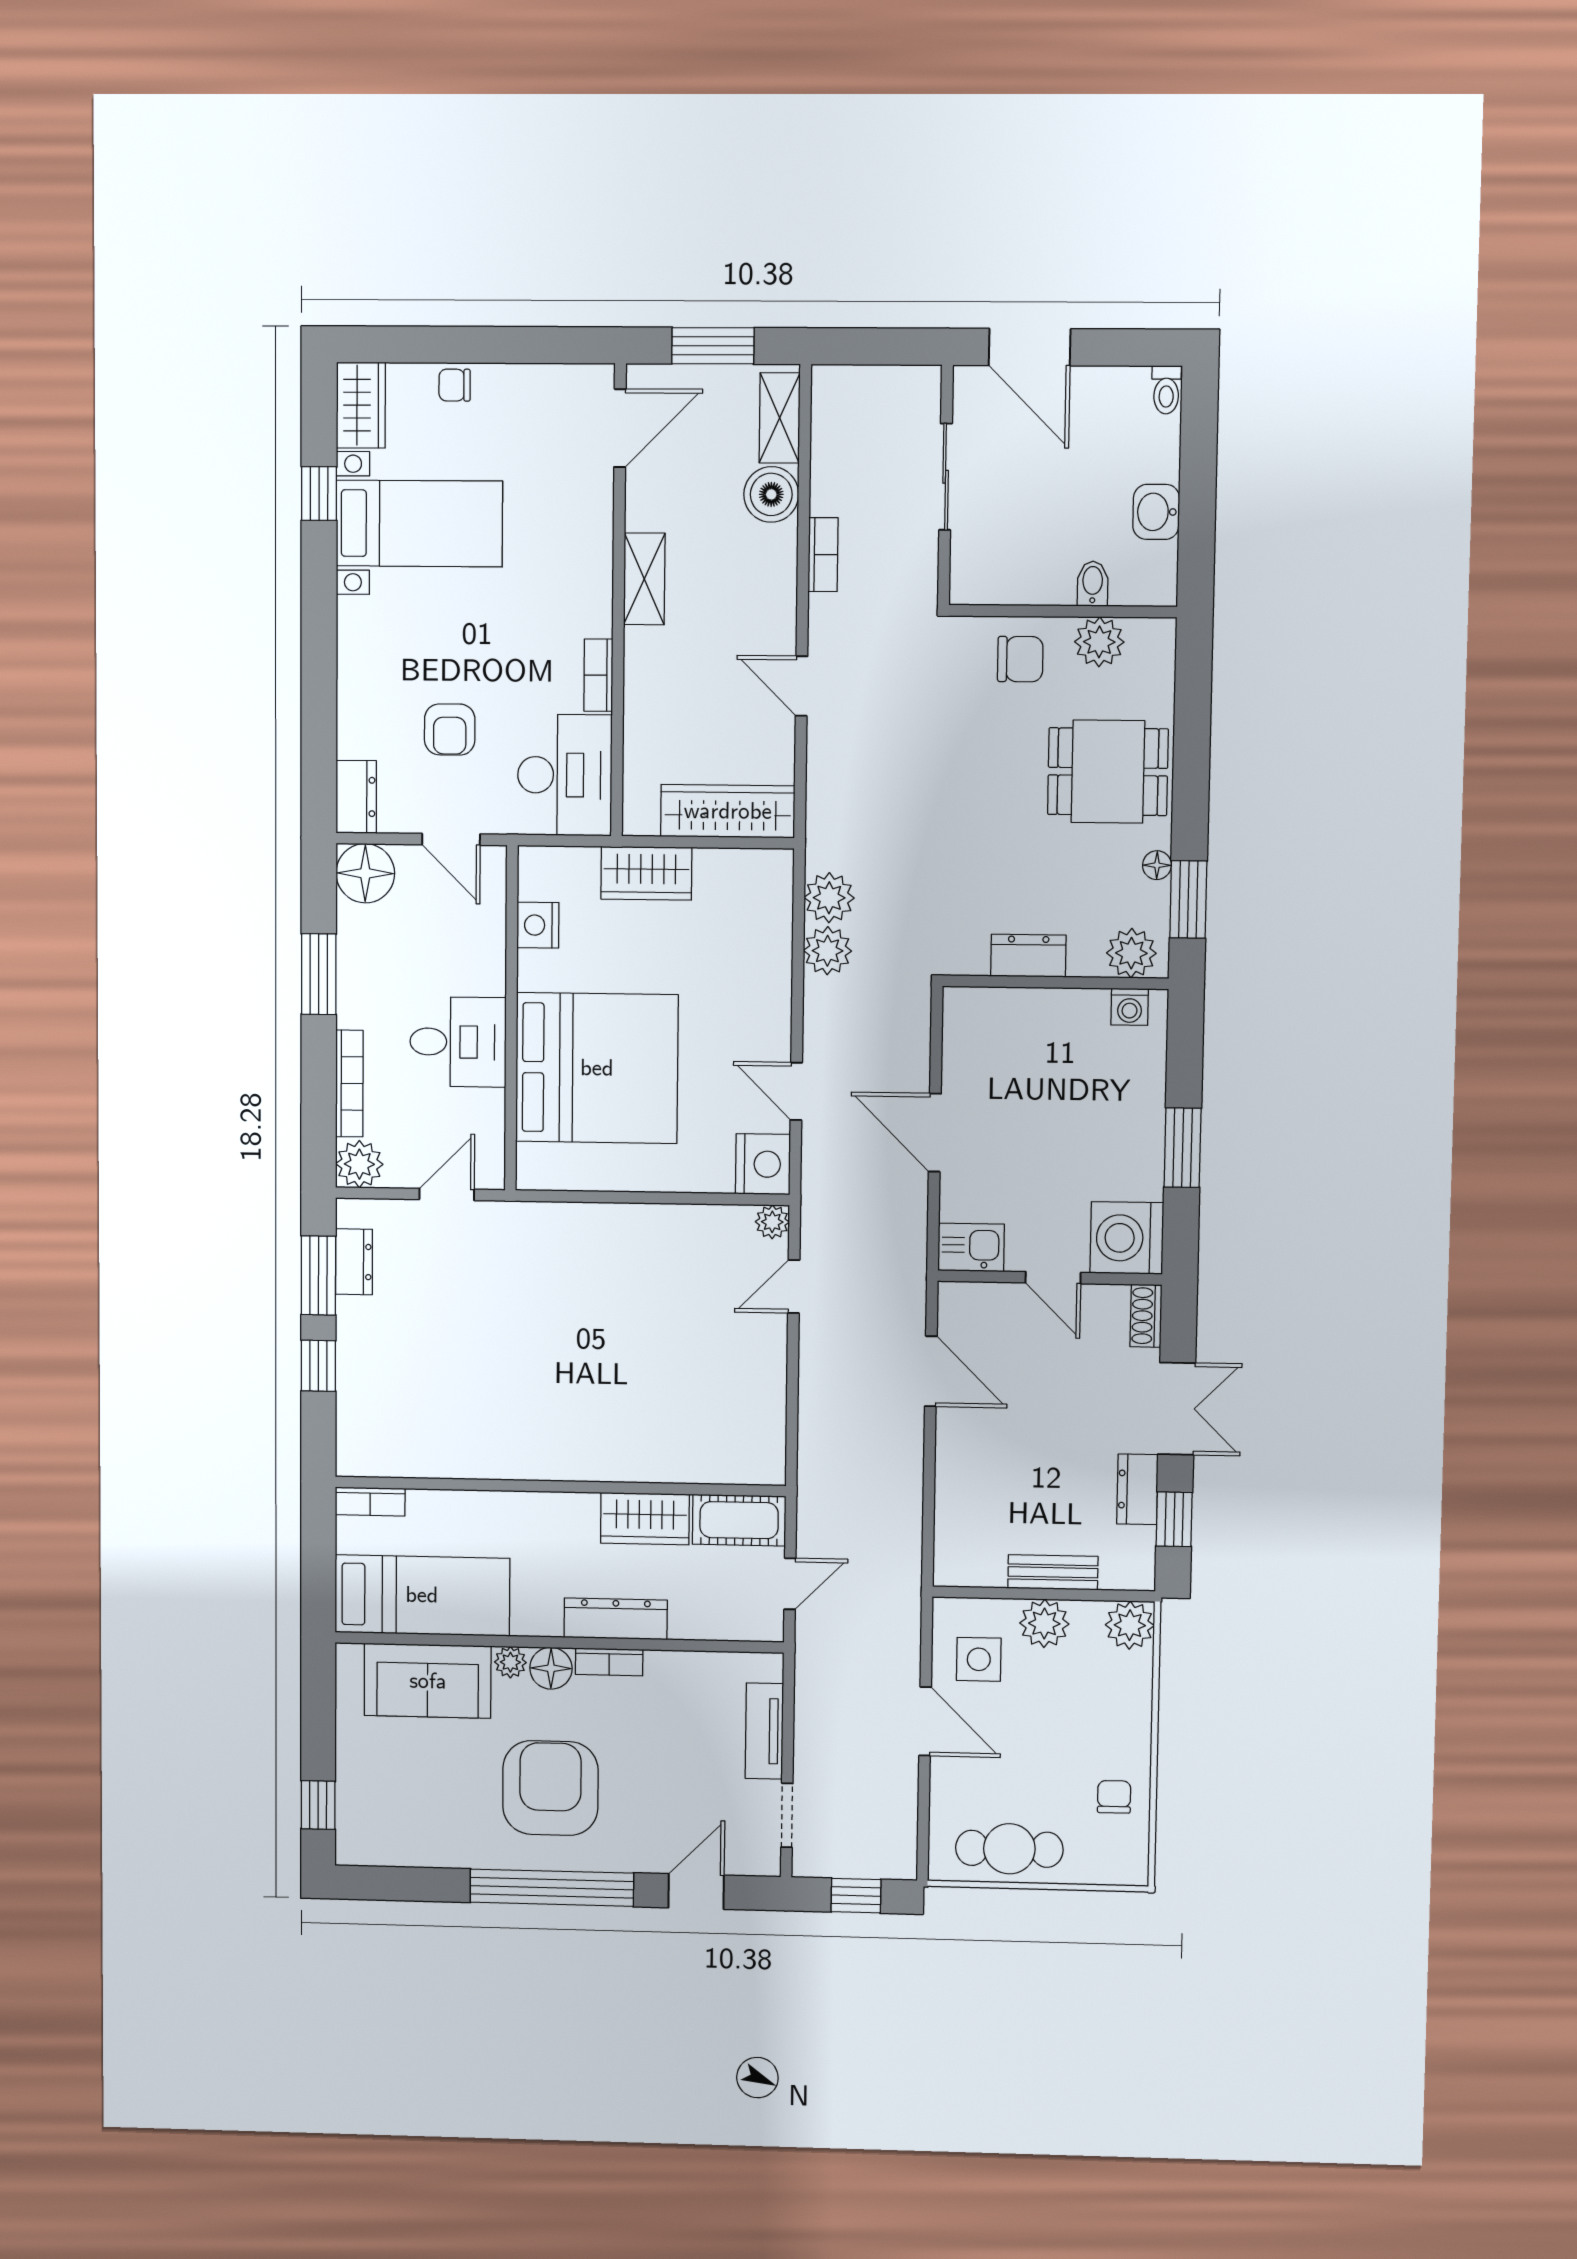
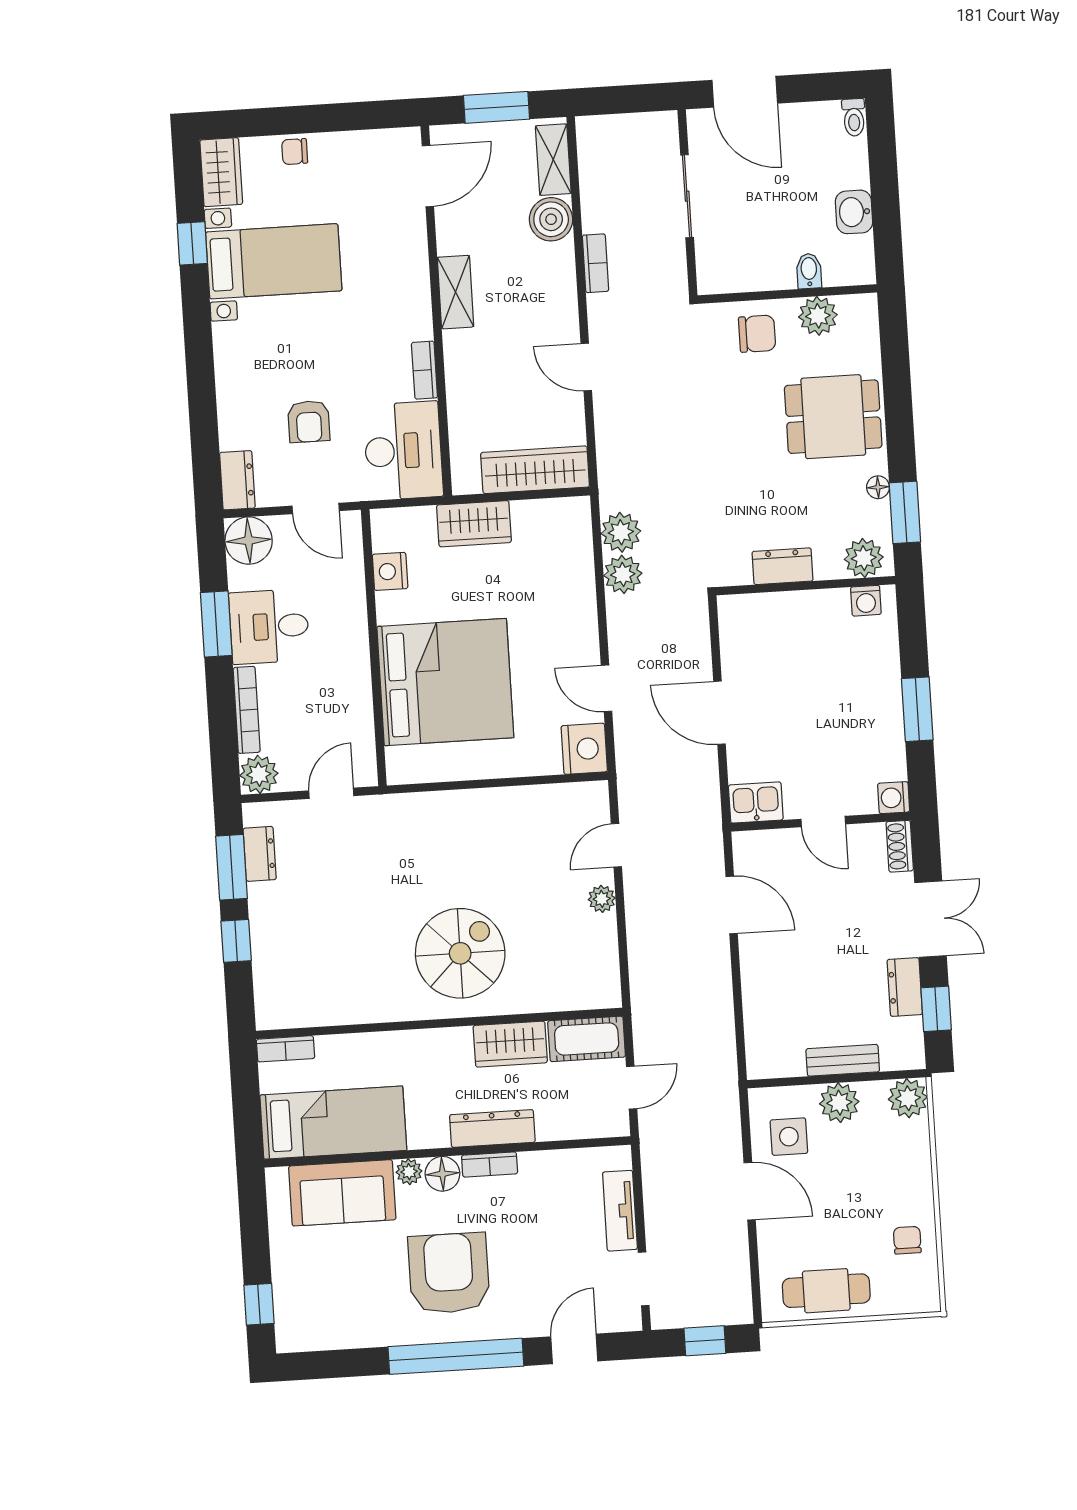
desk: (458, 1042) -> (269, 627), moved, turned 180
plant: (772, 1222) -> (602, 899), moved
washing machine: (1127, 1238) -> (894, 798), width x0.53, depth x0.53
spiral stairs: (591, 1403) -> (460, 953), added

